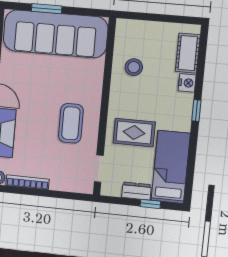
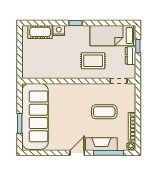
stool: (134, 67) -> (52, 65), removed
coffee table: (71, 123) -> (104, 112), moved
rug: (134, 133) -> (93, 61), turned 90

